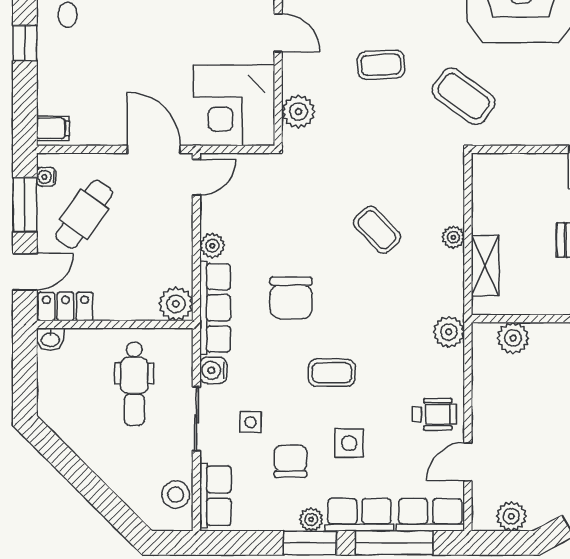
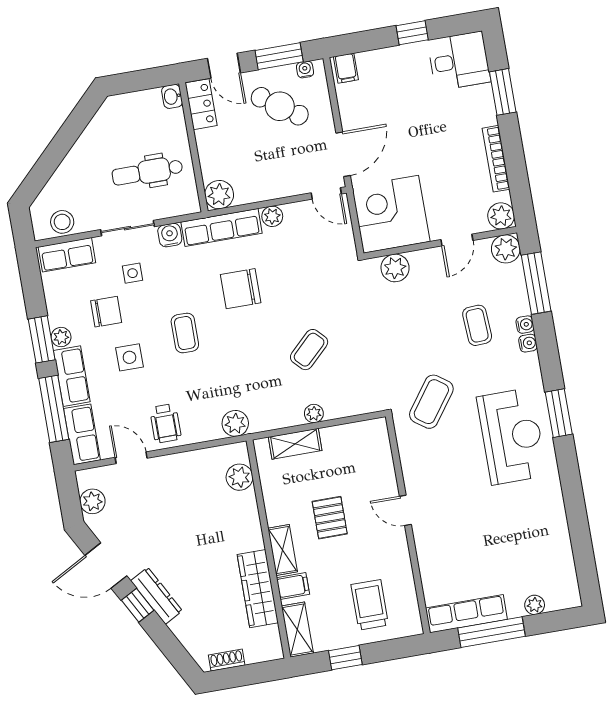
coffee table: (381, 65) -> (477, 325), moved

